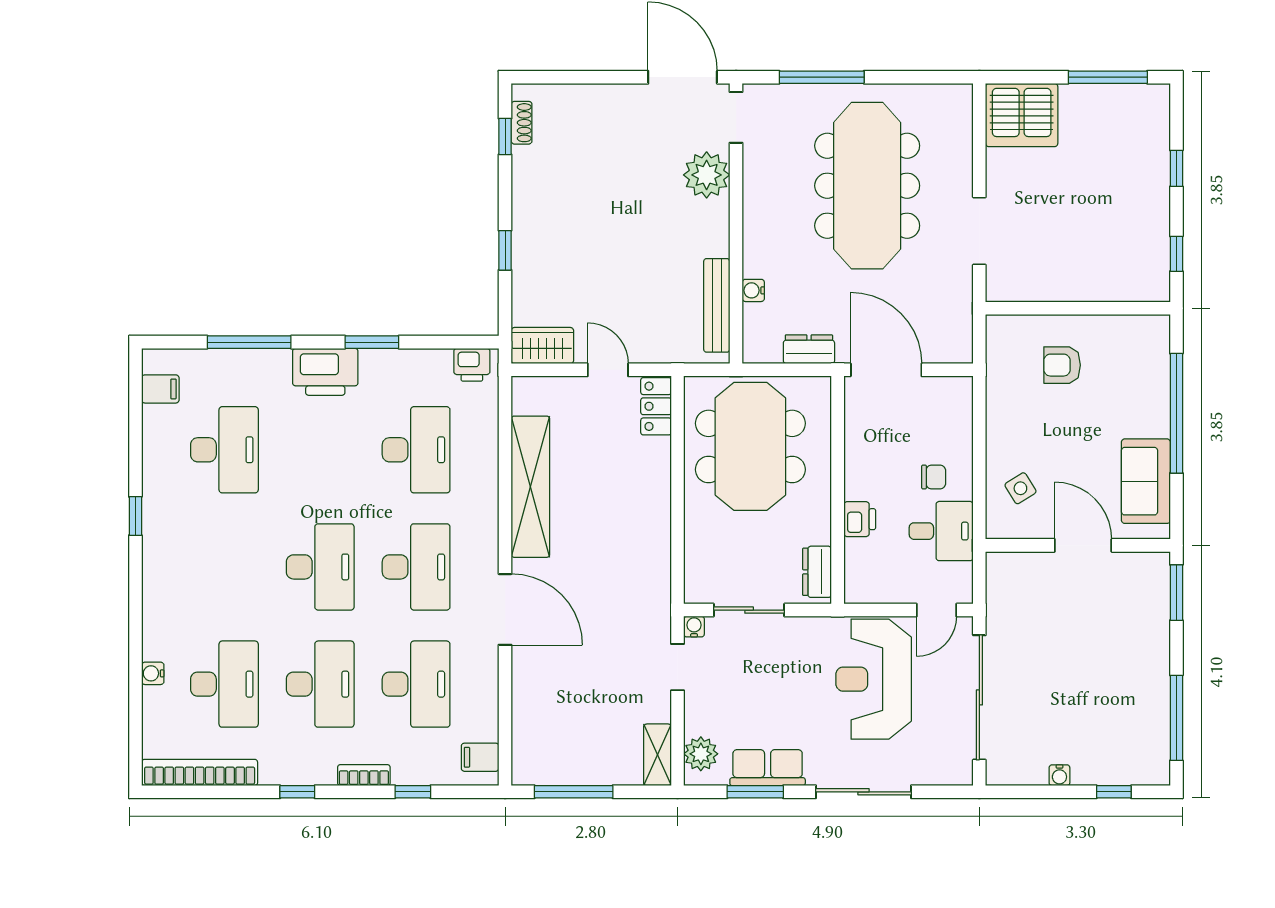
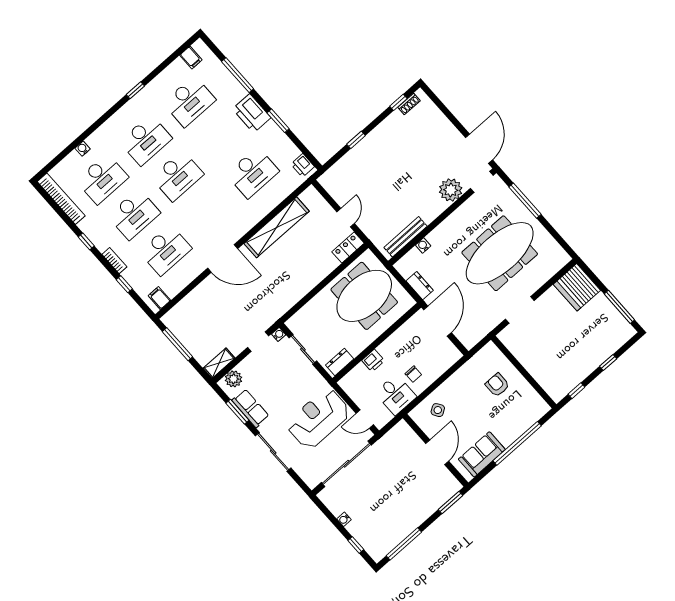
wardrobe: (542, 346) -> (333, 185), removed
desk: (416, 567) -> (146, 140), moved
door: (505, 609) -> (223, 258), hinge flipped

